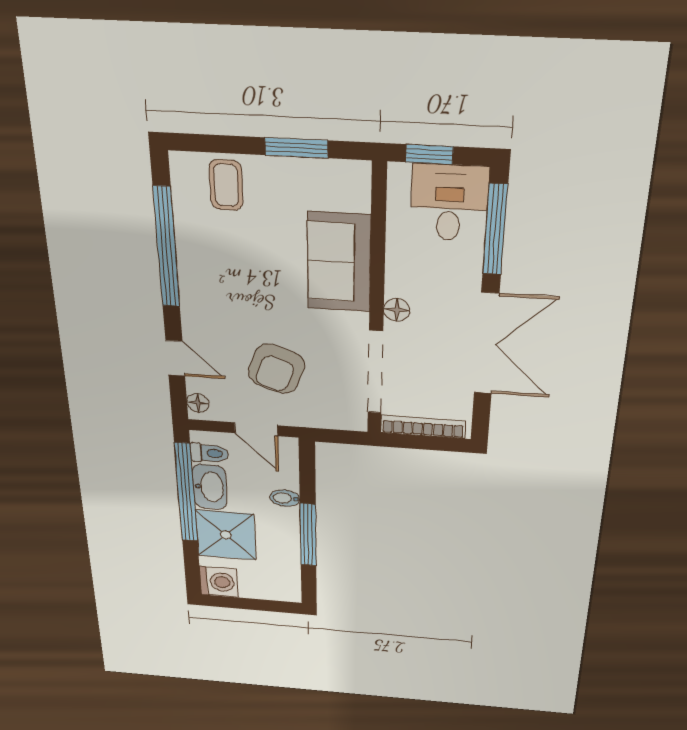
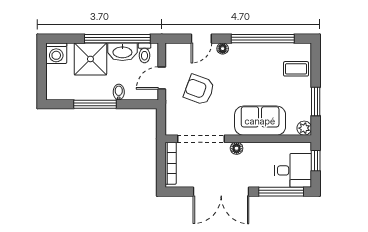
plant: (356, 175) -> (304, 128), added
floor lamp: (198, 403) -> (223, 49), moved

